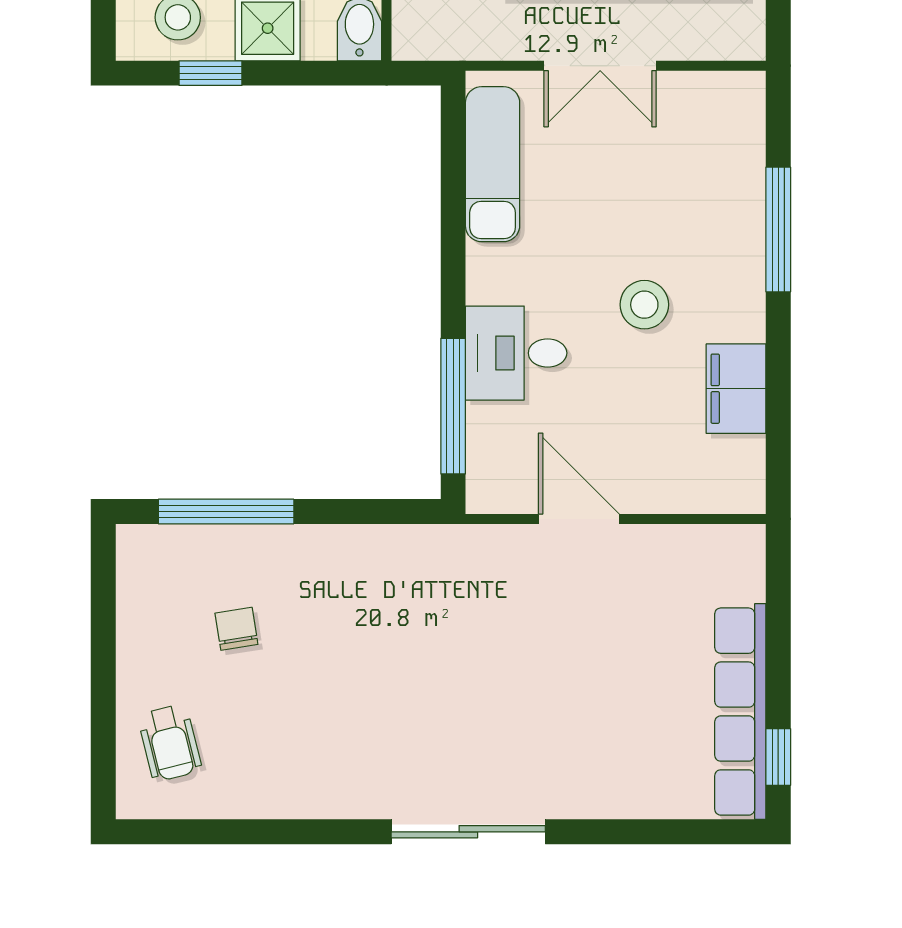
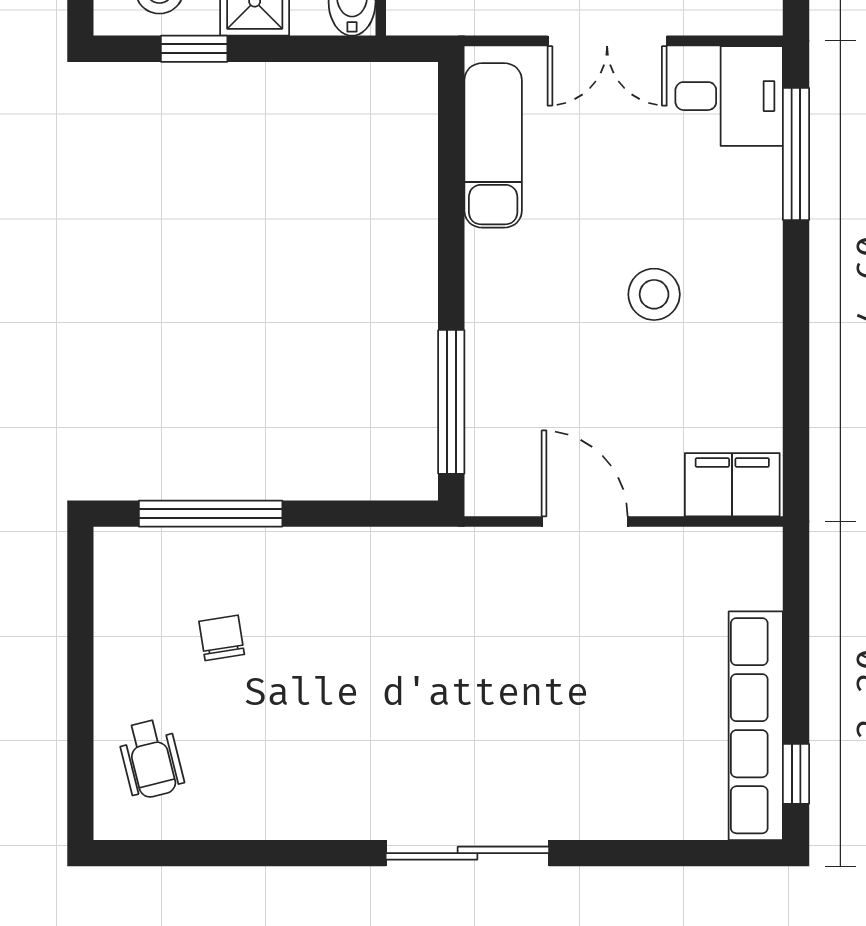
window: (778, 230) -> (796, 154), moved
desk: (516, 353) -> (729, 96), moved, turned 180
filing cabinet: (736, 389) -> (732, 485), moved, turned 90

